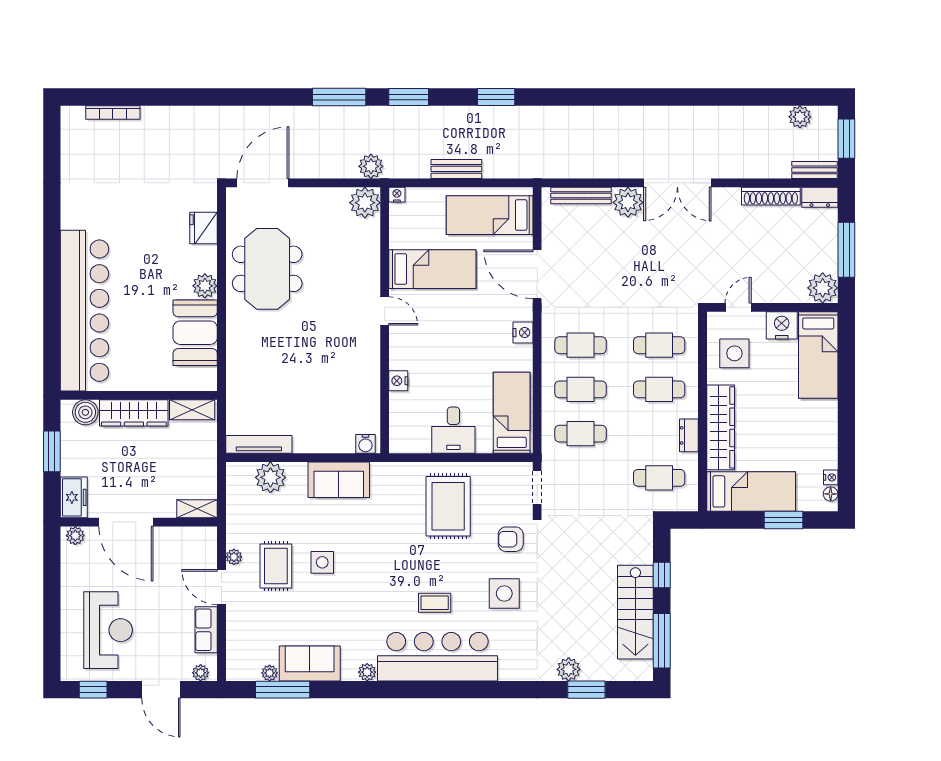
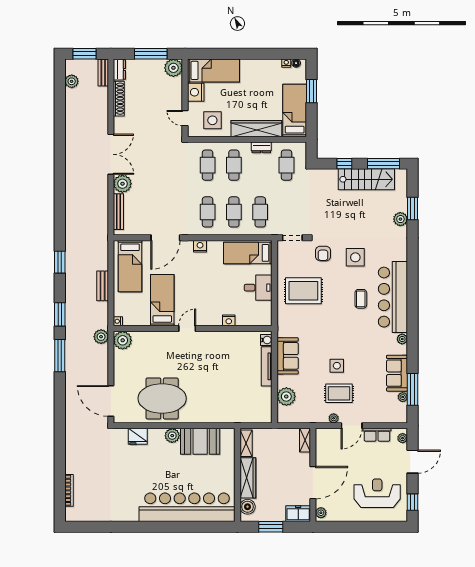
tv unit: (259, 444) -> (267, 366), moved

